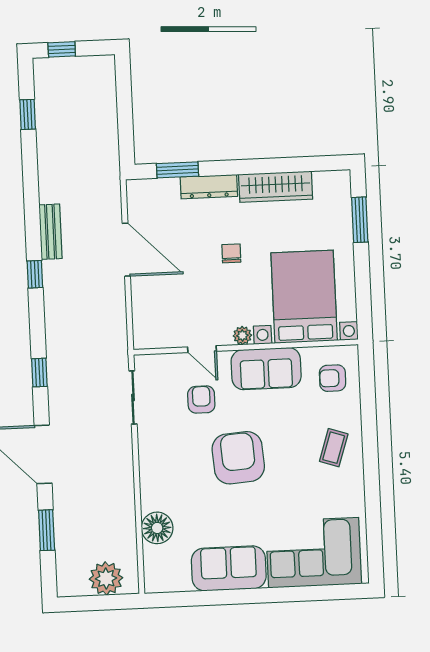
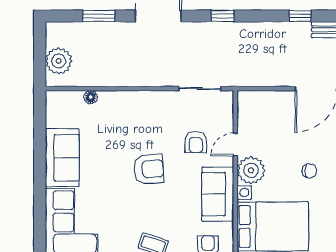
plant: (242, 335) -> (251, 170), width x1.87, depth x1.87
armchair: (201, 400) -> (196, 142), turned 90
armchair: (238, 458) -> (149, 169), width x0.73, depth x0.73
floor lamp: (157, 528) -> (91, 97), width x0.53, depth x0.53

